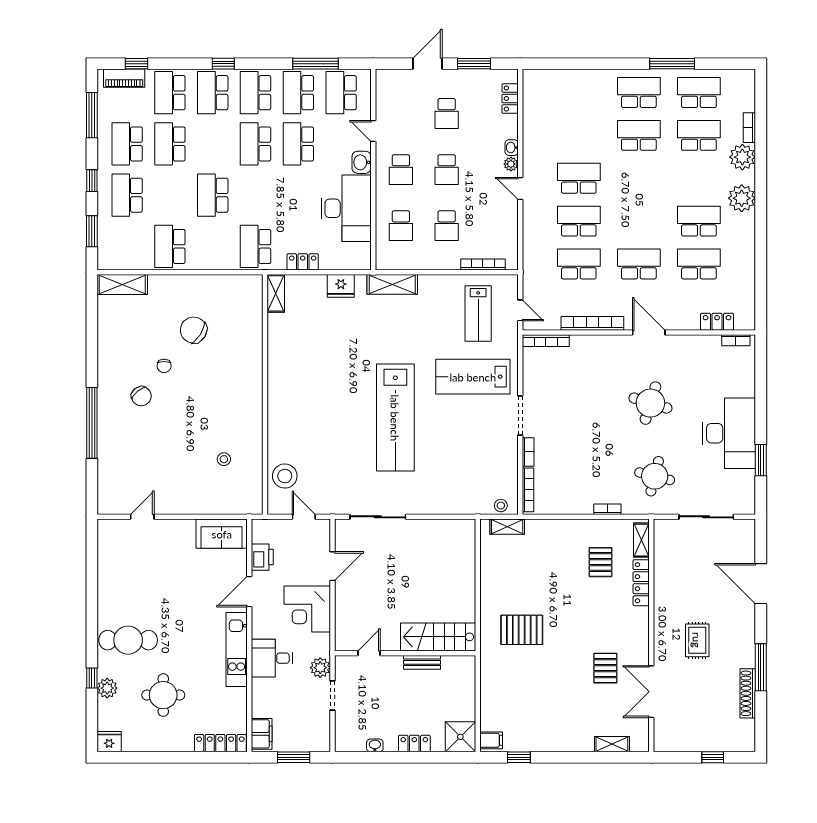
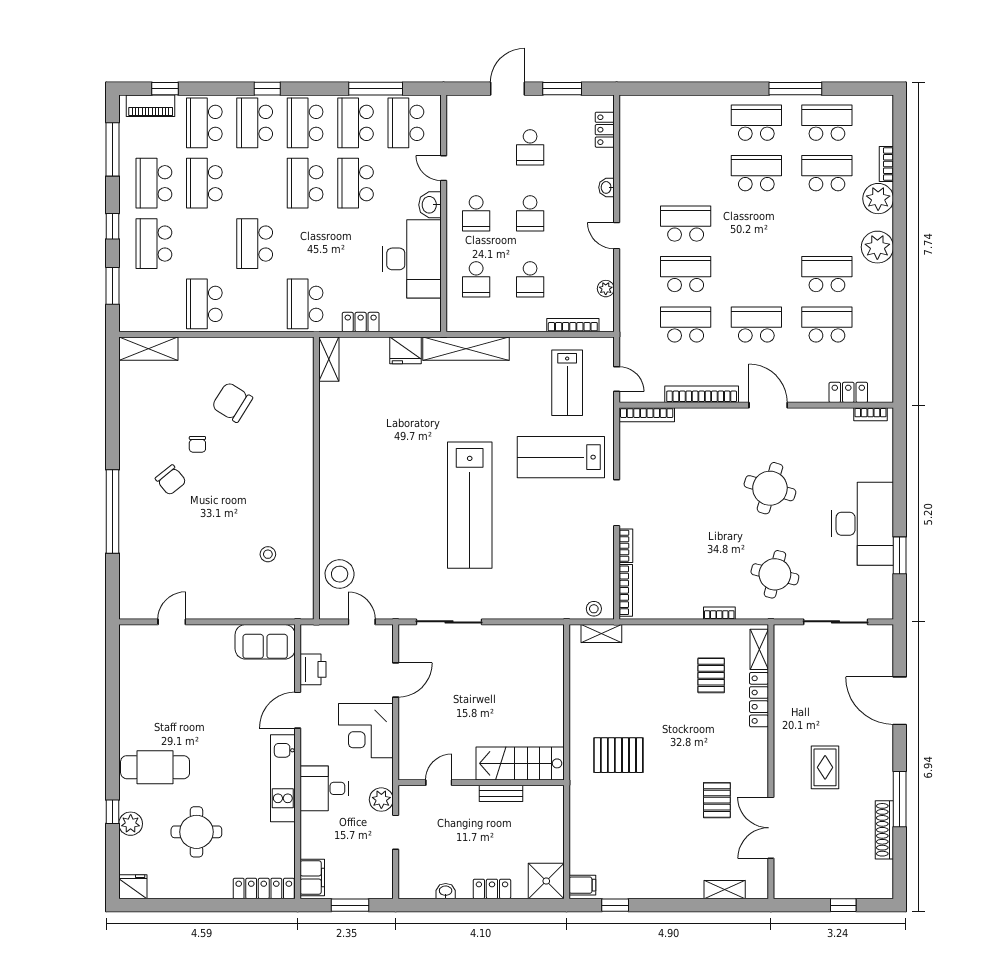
plant: (511, 164) -> (606, 289), moved
shelving: (392, 284) -> (466, 349), width x1.47

